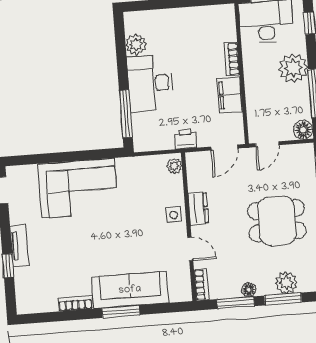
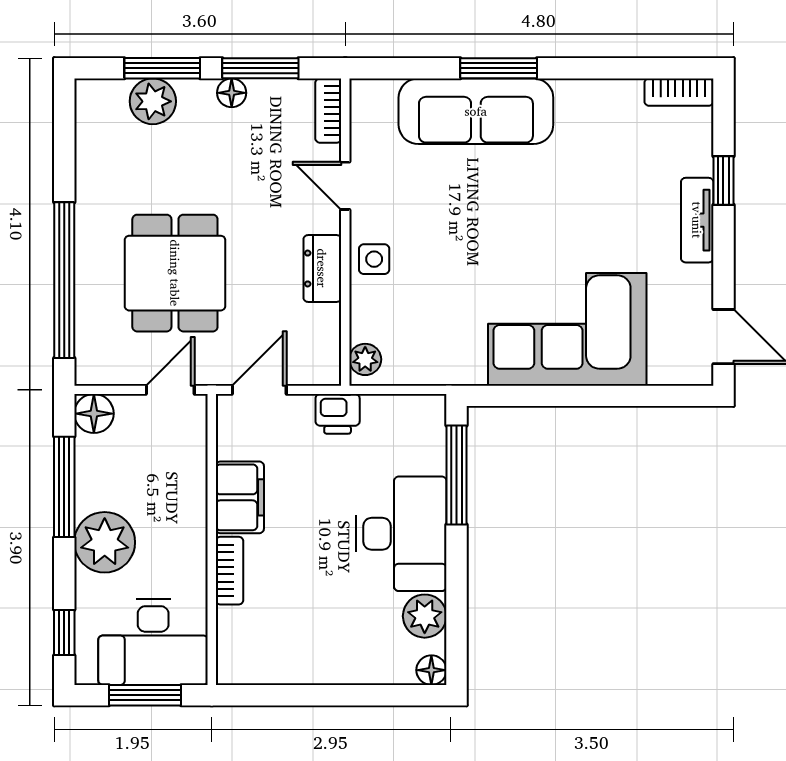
floor lamp: (131, 19) -> (431, 670), added
dining table: (277, 221) -> (175, 273), moved, turned 90
bookcase: (75, 303) -> (679, 92), moved

